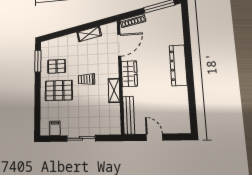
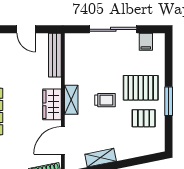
window: (38, 61) -> (169, 101), moved
shelving: (114, 90) -> (71, 100), moved
sliding door: (81, 138) -> (113, 29), width x1.37

